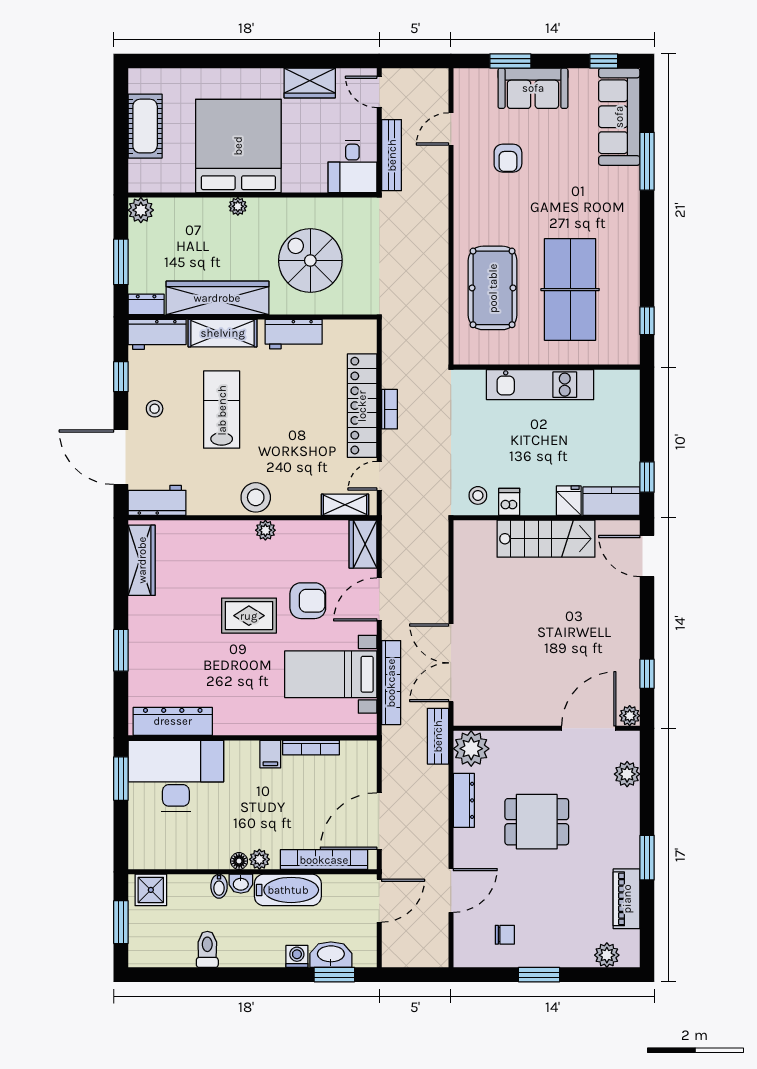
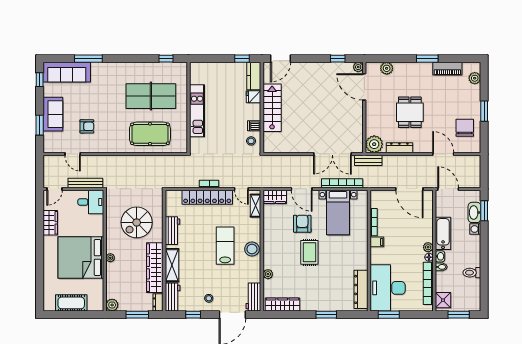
lab bench: (222, 410) -> (225, 246), moved, turned 90
plant: (265, 530) -> (268, 274), moved
bookcase: (324, 860) -> (428, 283), moved
chair: (505, 935) -> (465, 128), width x1.87, depth x1.87

